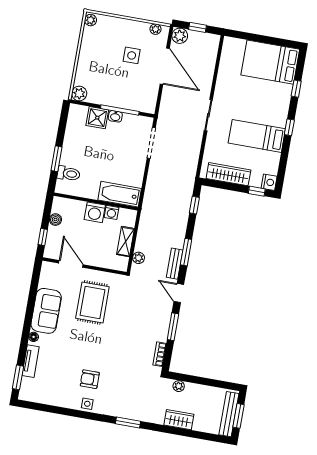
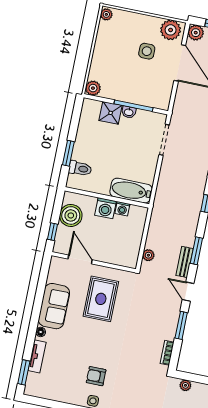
plant: (155, 29) -> (171, 30), width x1.87, depth x1.87
boiler: (55, 220) -> (71, 215), width x1.86, depth x1.86
shelving: (125, 242) -> (136, 238), removed

